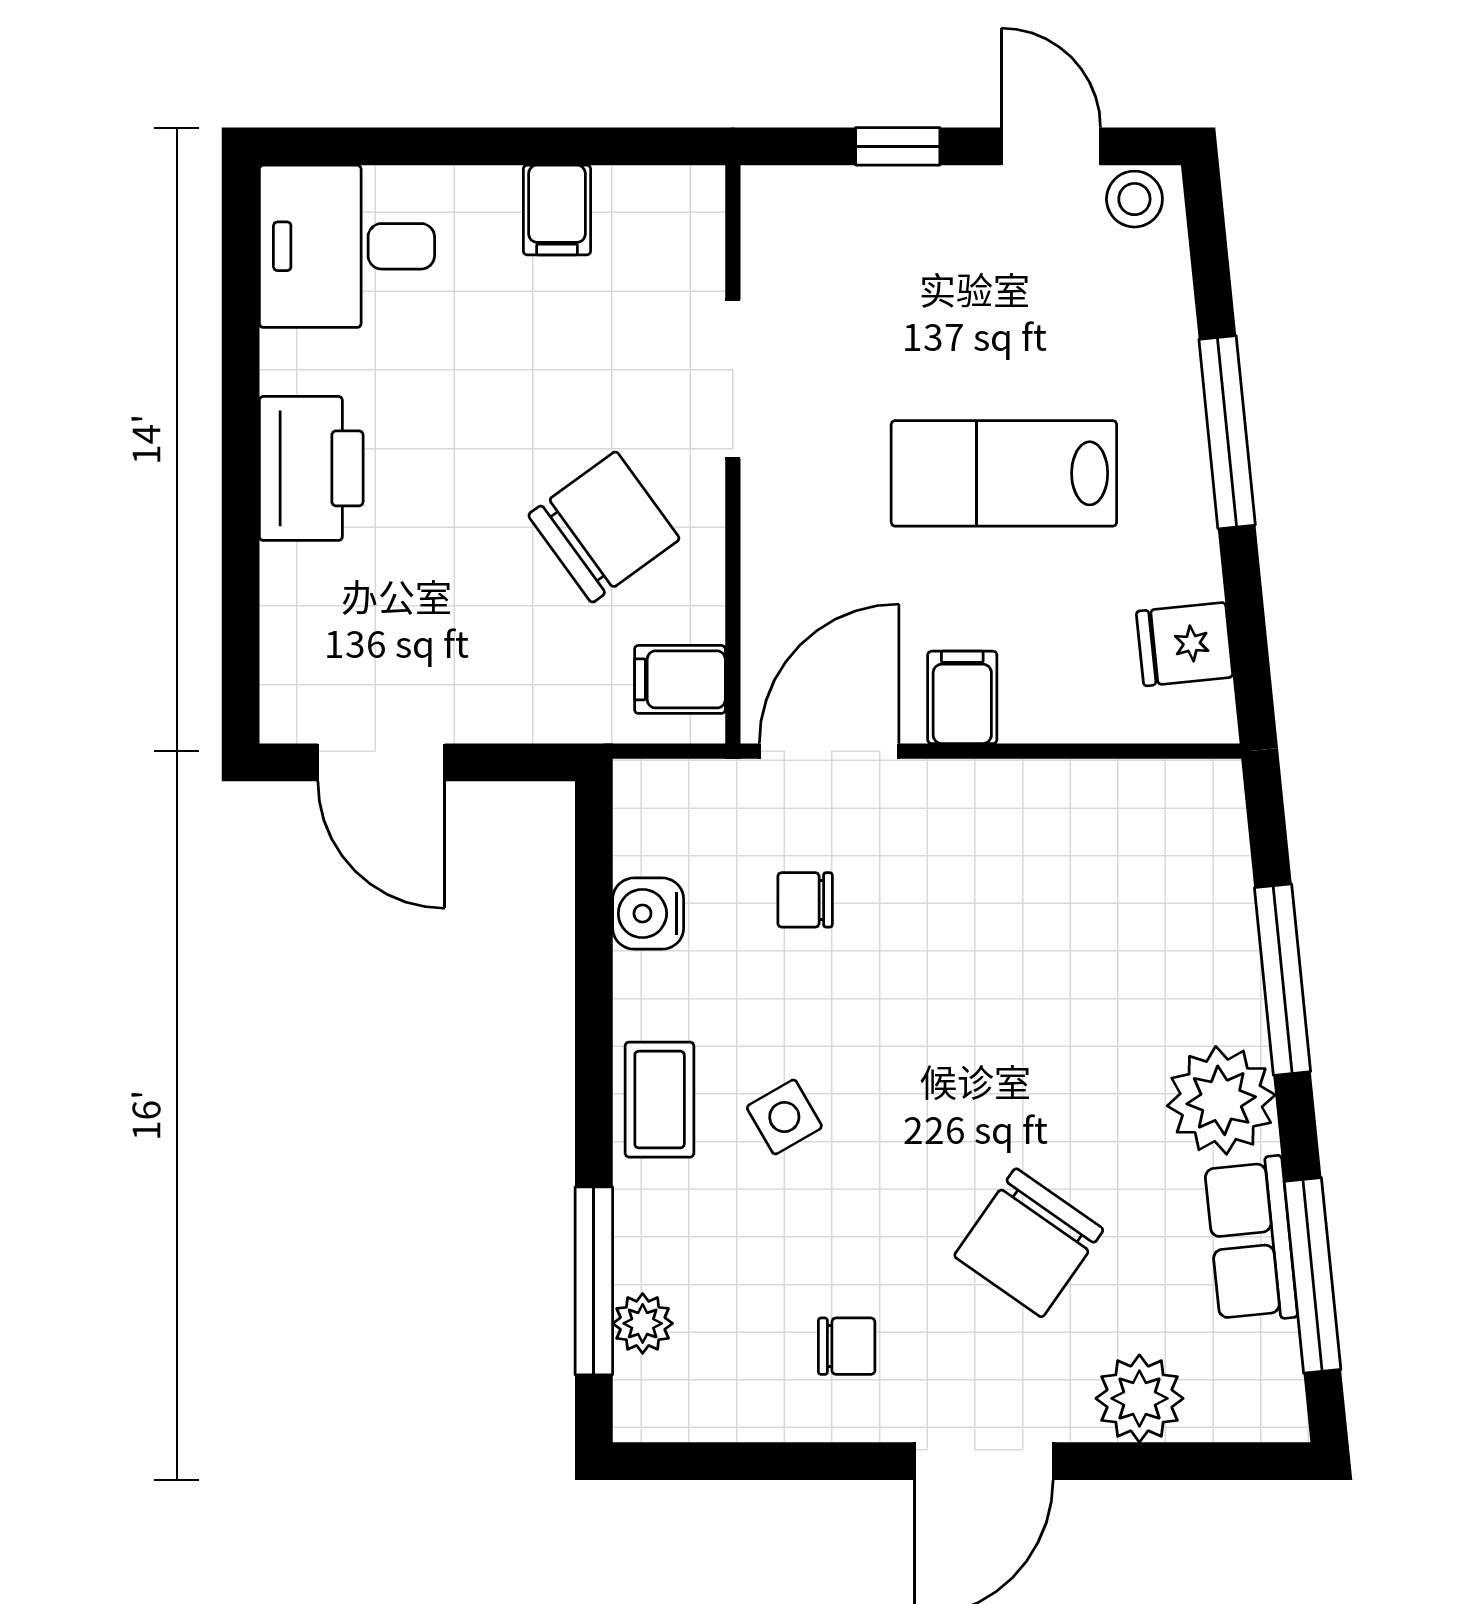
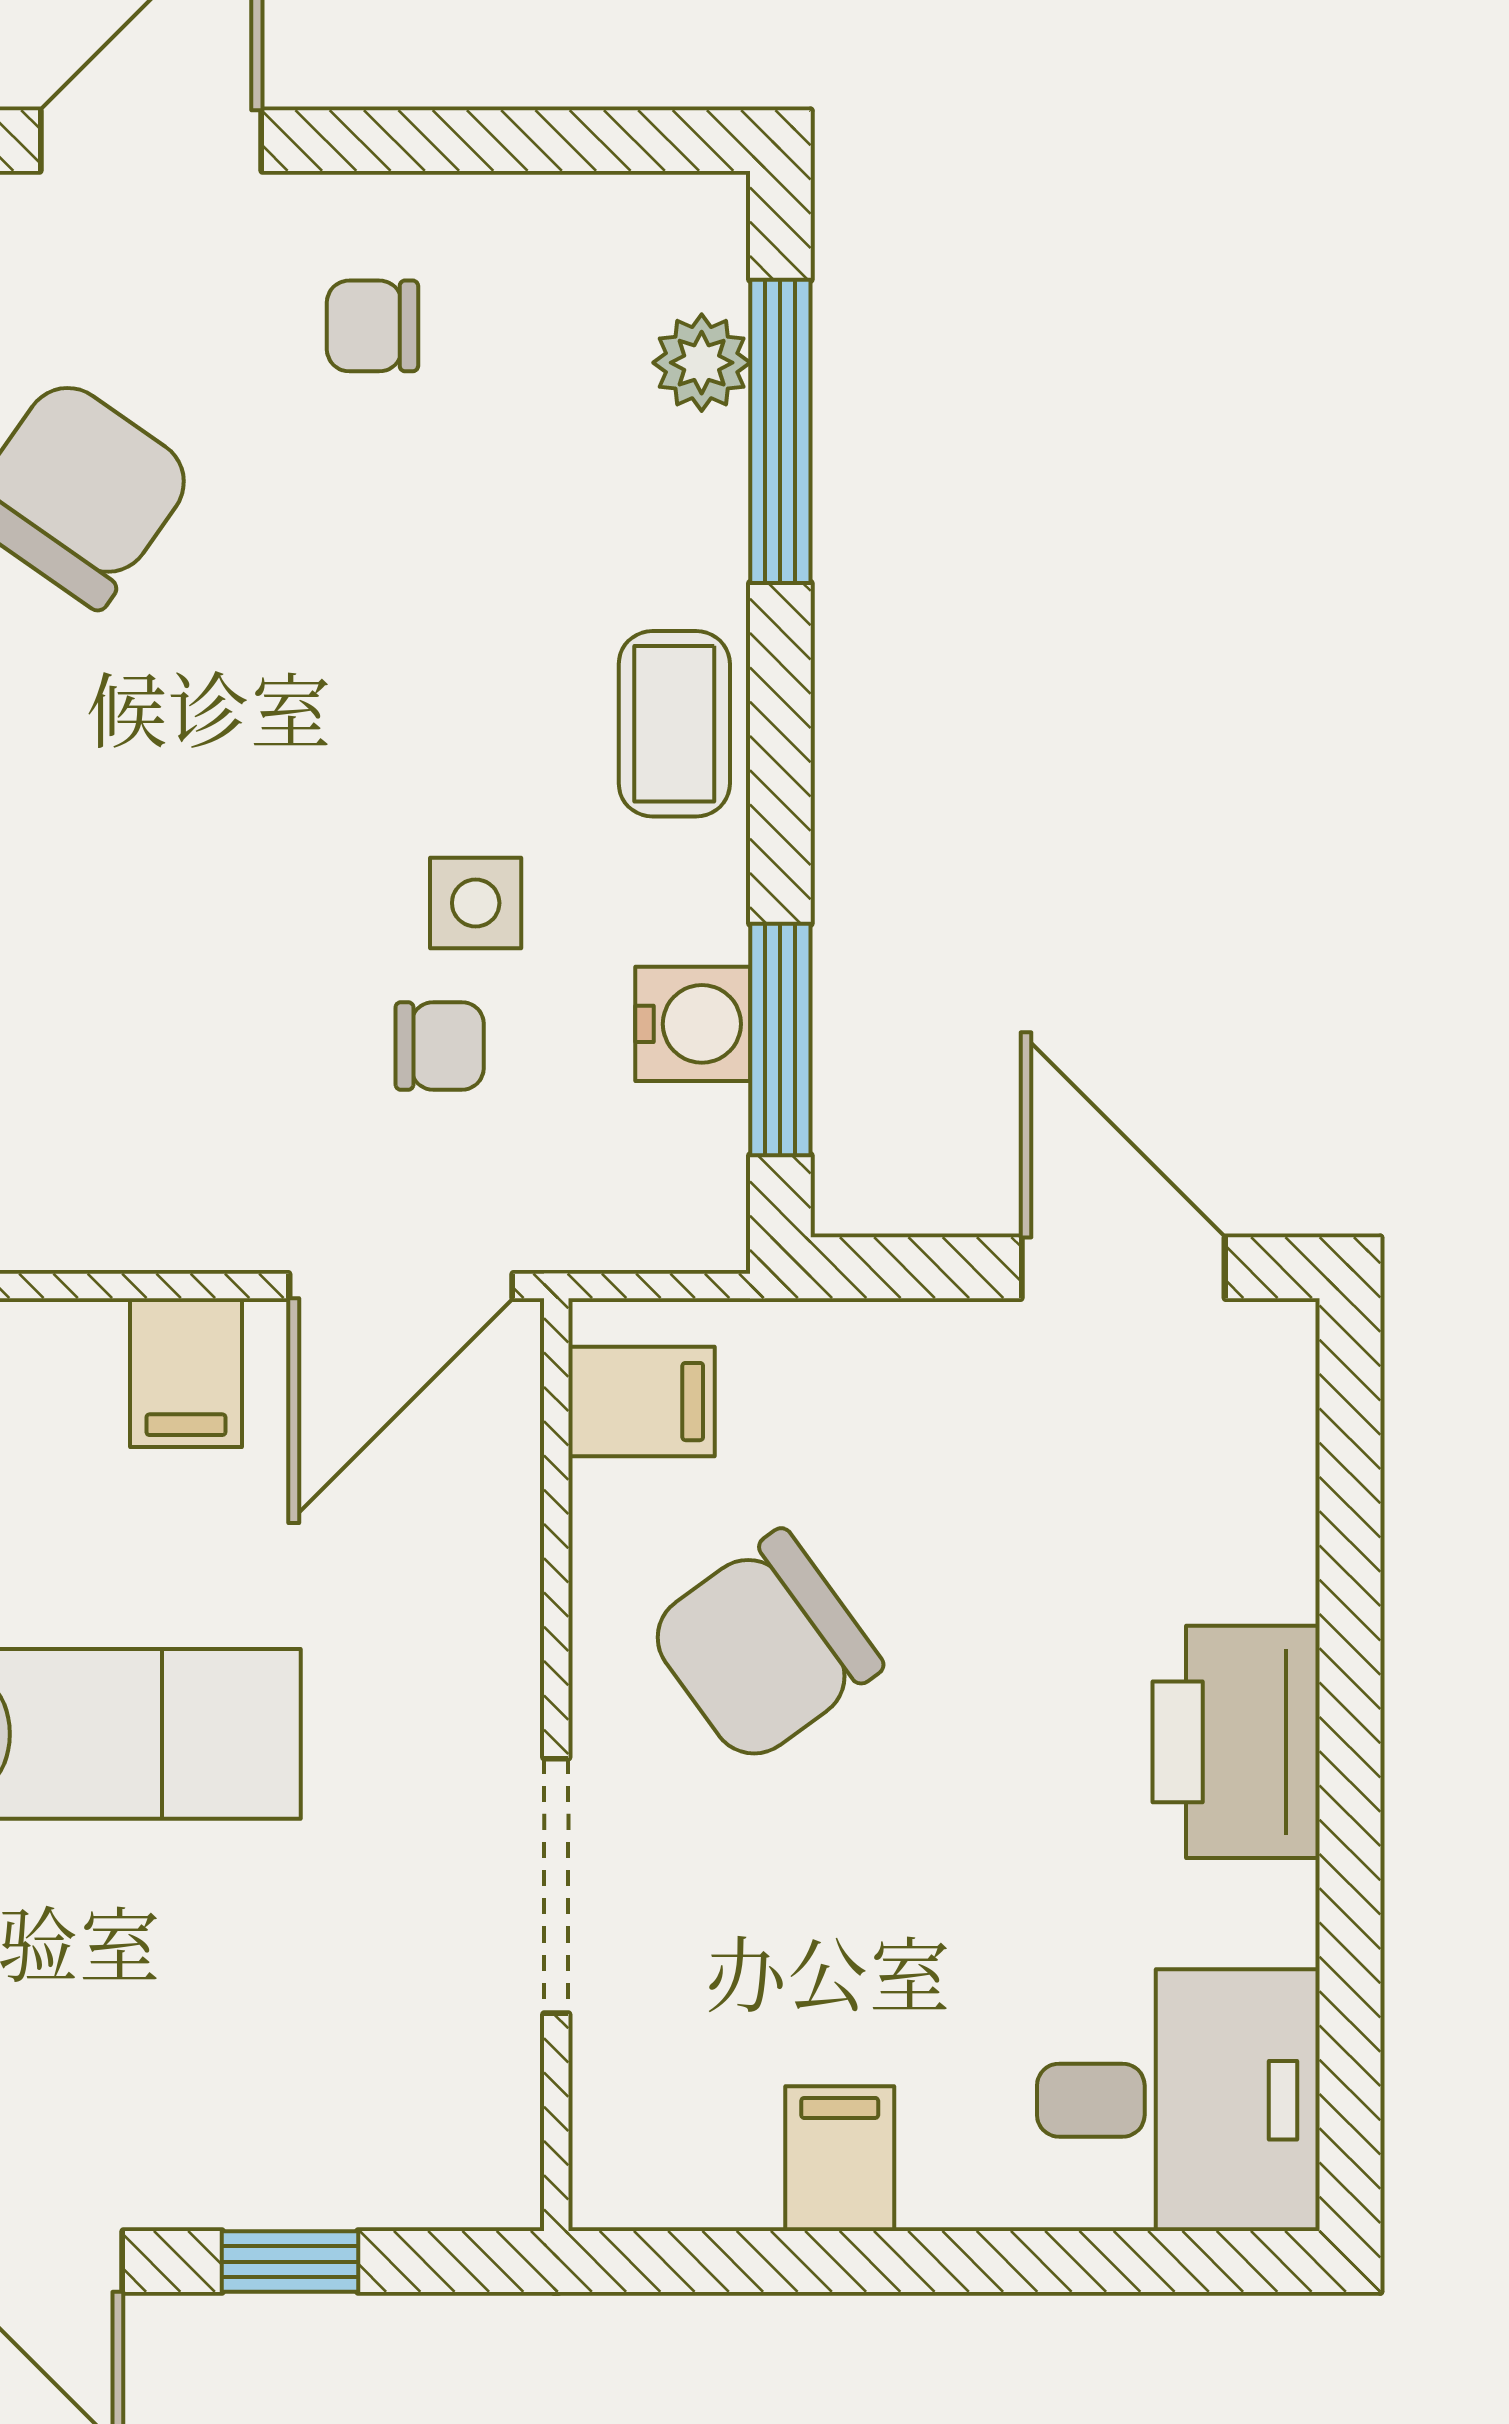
window: (594, 904) -> (780, 1040), added
side table: (784, 1117) -> (476, 903), moved, turned 30

